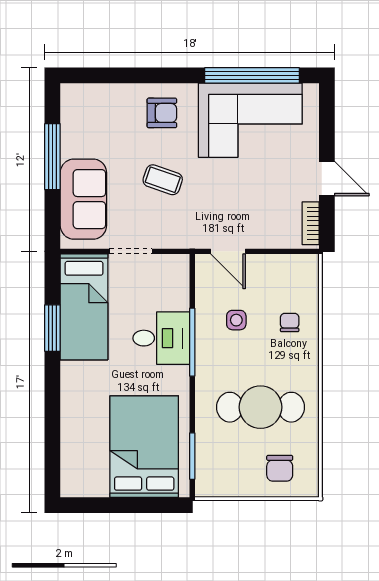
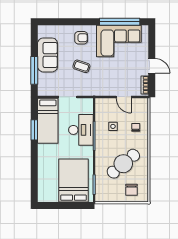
window: (52, 157) -> (34, 70), moved
sofa: (83, 199) -> (48, 55), moved
door: (228, 251) -> (124, 97), moved
desk: (161, 338) -> (81, 130), width x1.37
cafe table: (260, 407) -> (123, 164), turned -40

